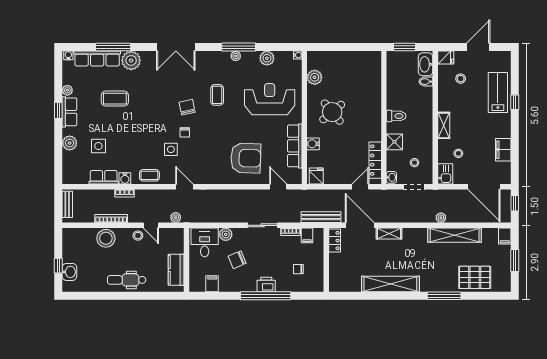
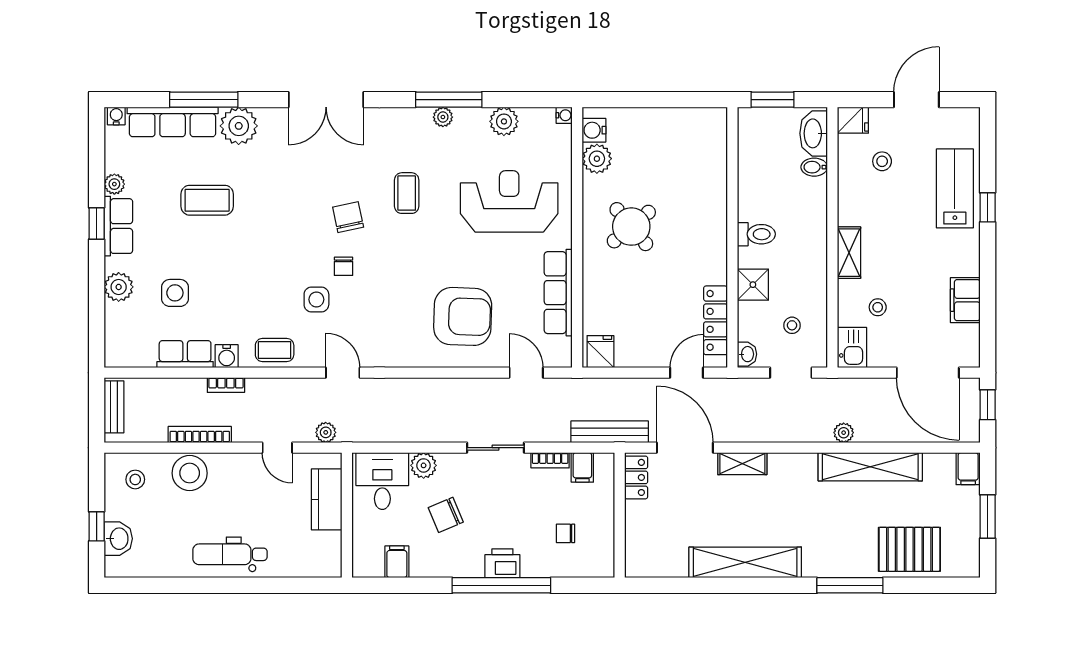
water cooler: (313, 144) -> (594, 130), moved
stool: (138, 236) -> (135, 479), moved
kitchen counter: (176, 270) -> (327, 499), moved

